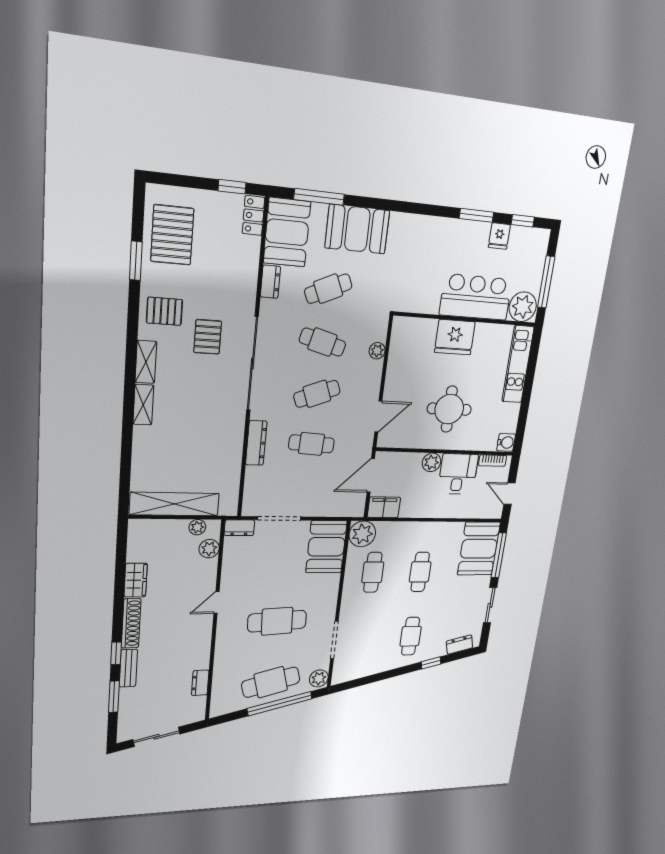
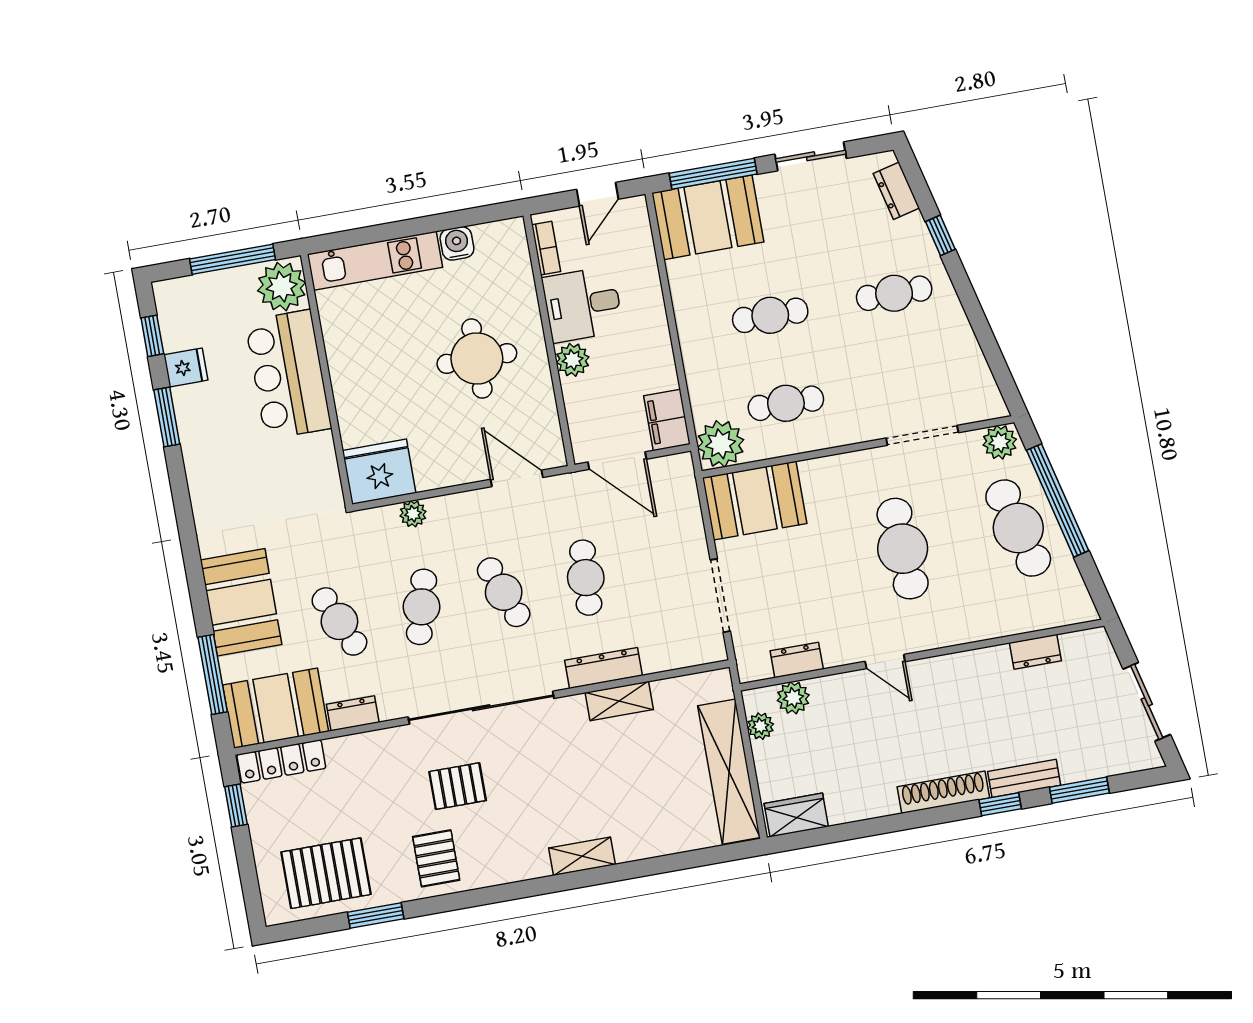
locker: (254, 215) -> (281, 761), width x1.53
fridge: (455, 337) -> (379, 472), moved, turned -90
shelving: (146, 362) -> (619, 701), moved
water cooler: (506, 442) -> (457, 243), moved
dresser: (239, 528) -> (797, 660), moved, turned -90
wardrobe: (136, 580) -> (796, 815), moved

